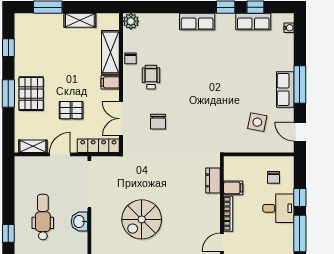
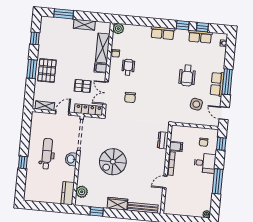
wheelchair: (240, 81) -> (187, 75), added
pallet: (71, 110) -> (83, 86), moved
window: (300, 198) -> (221, 144), moved

